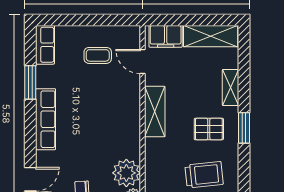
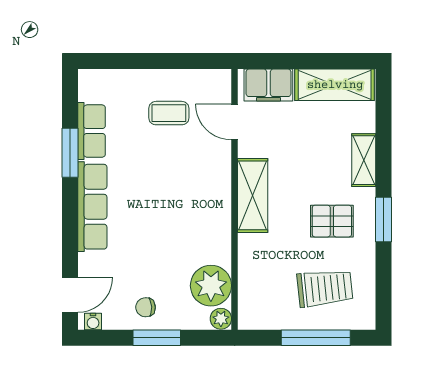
row of seats: (45, 45) -> (91, 131), moved

